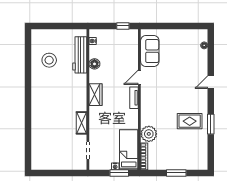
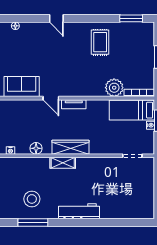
workbench: (80, 55) -> (79, 211), moved, turned 180
window: (28, 61) -> (33, 222), added
wardrobe: (96, 95) -> (70, 147), width x1.50
shelving: (82, 123) -> (63, 163), moved
window: (211, 124) -> (131, 18), moved

